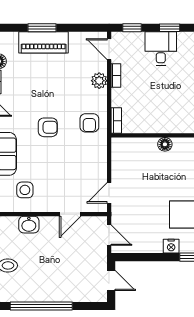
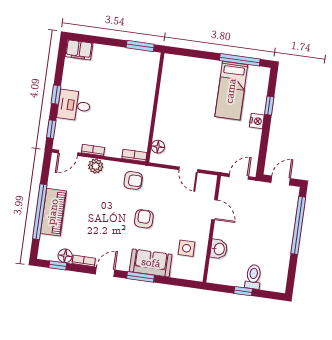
window: (42, 28) -> (40, 212), width x2.11
armchair: (48, 127) -> (144, 219), moved
floor lamp: (165, 144) -> (158, 147), moved
door: (109, 193) -> (188, 170), moved
window: (41, 306) -> (298, 225), moved

